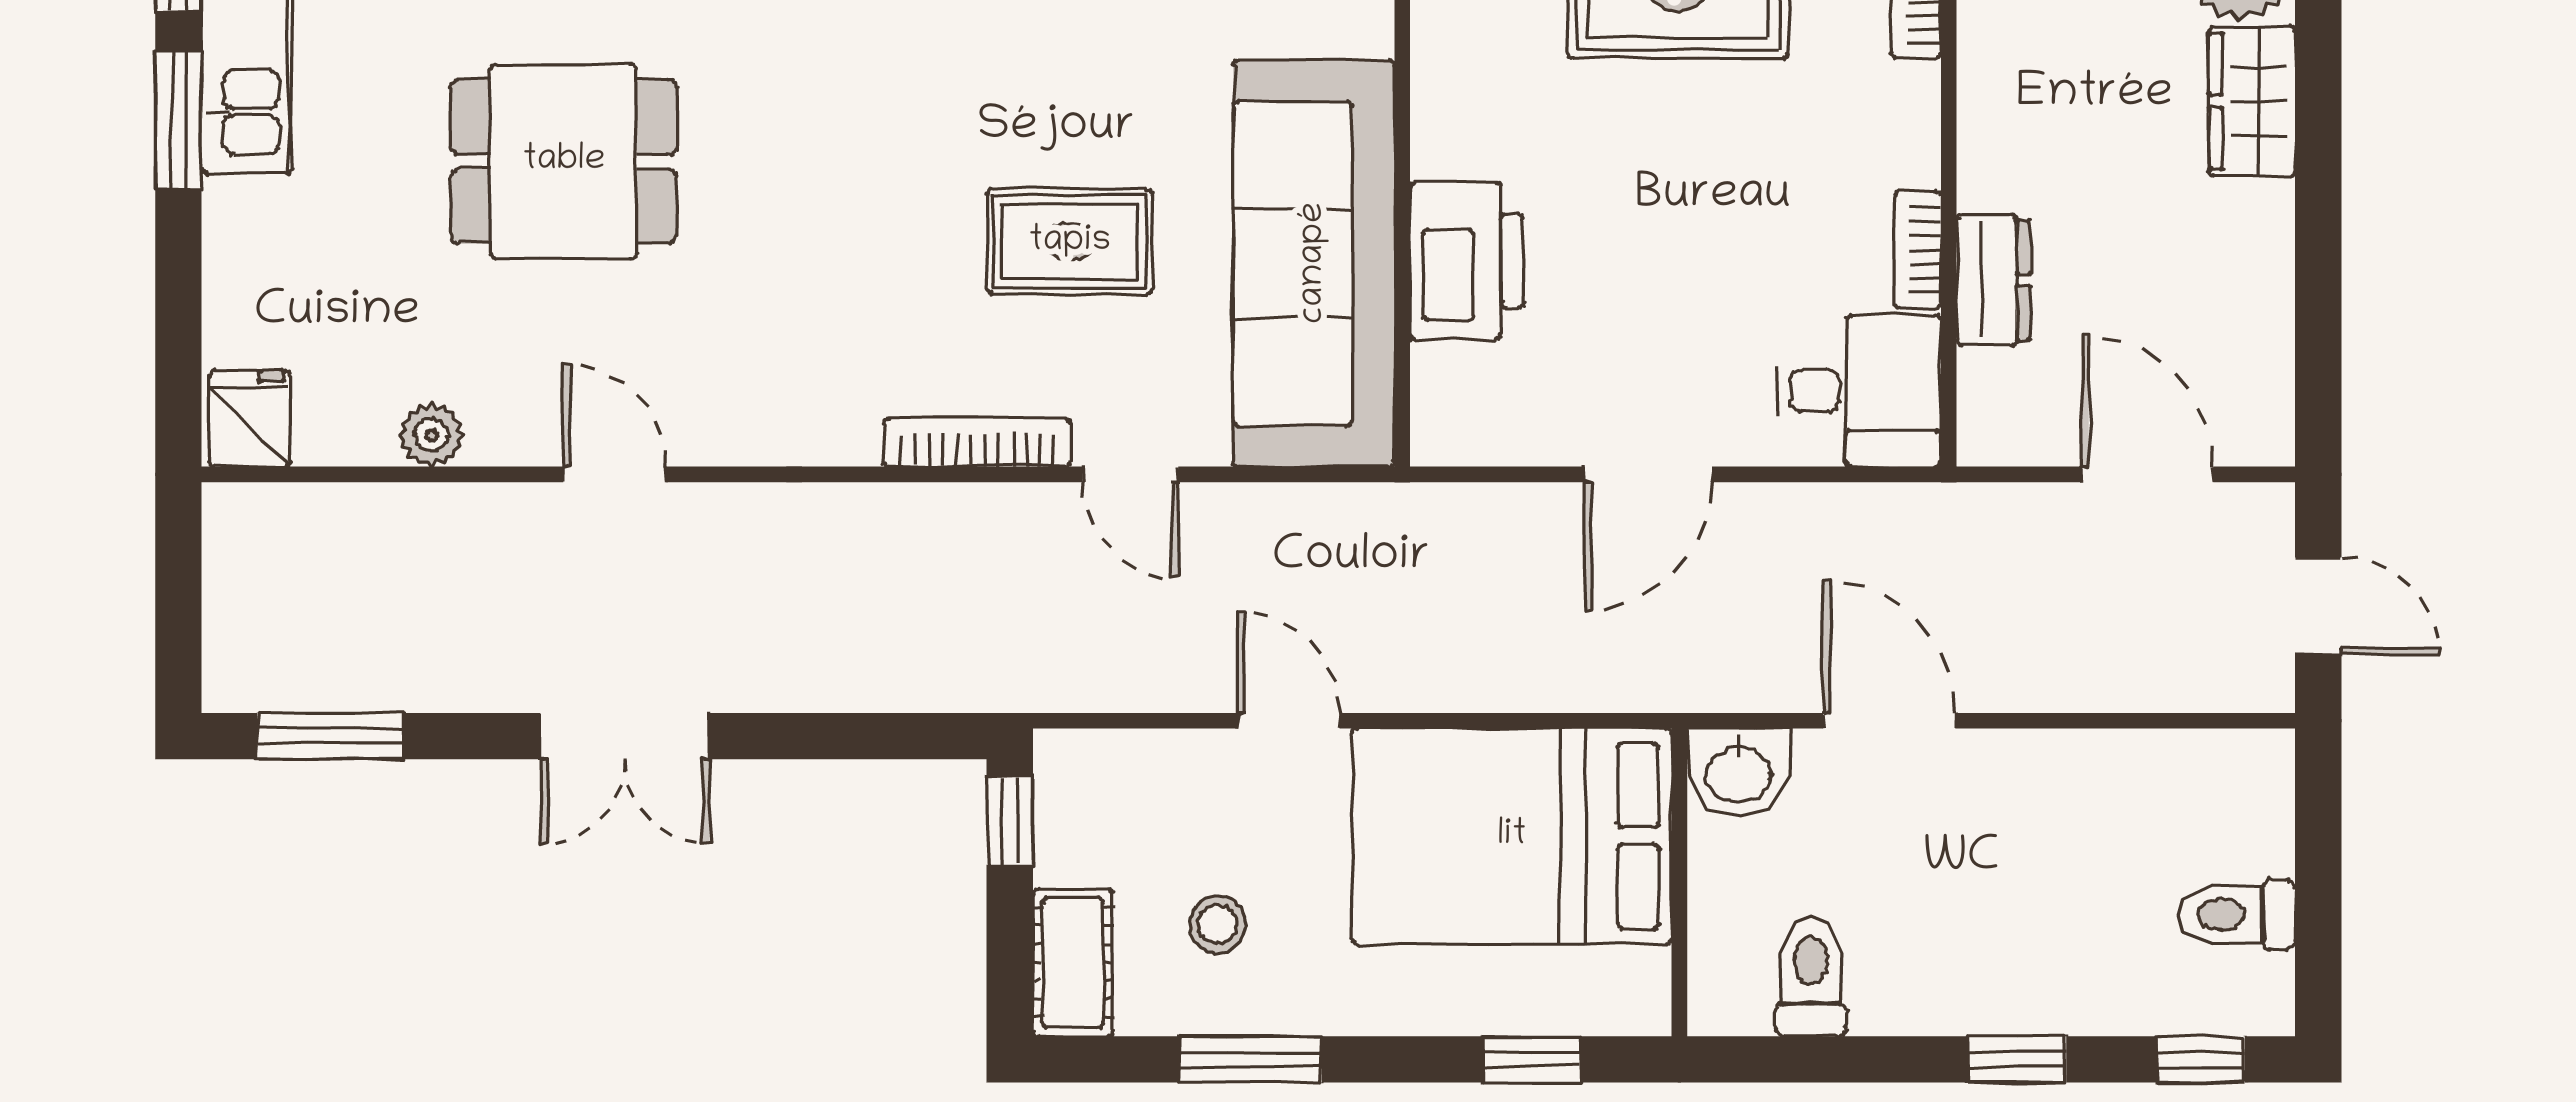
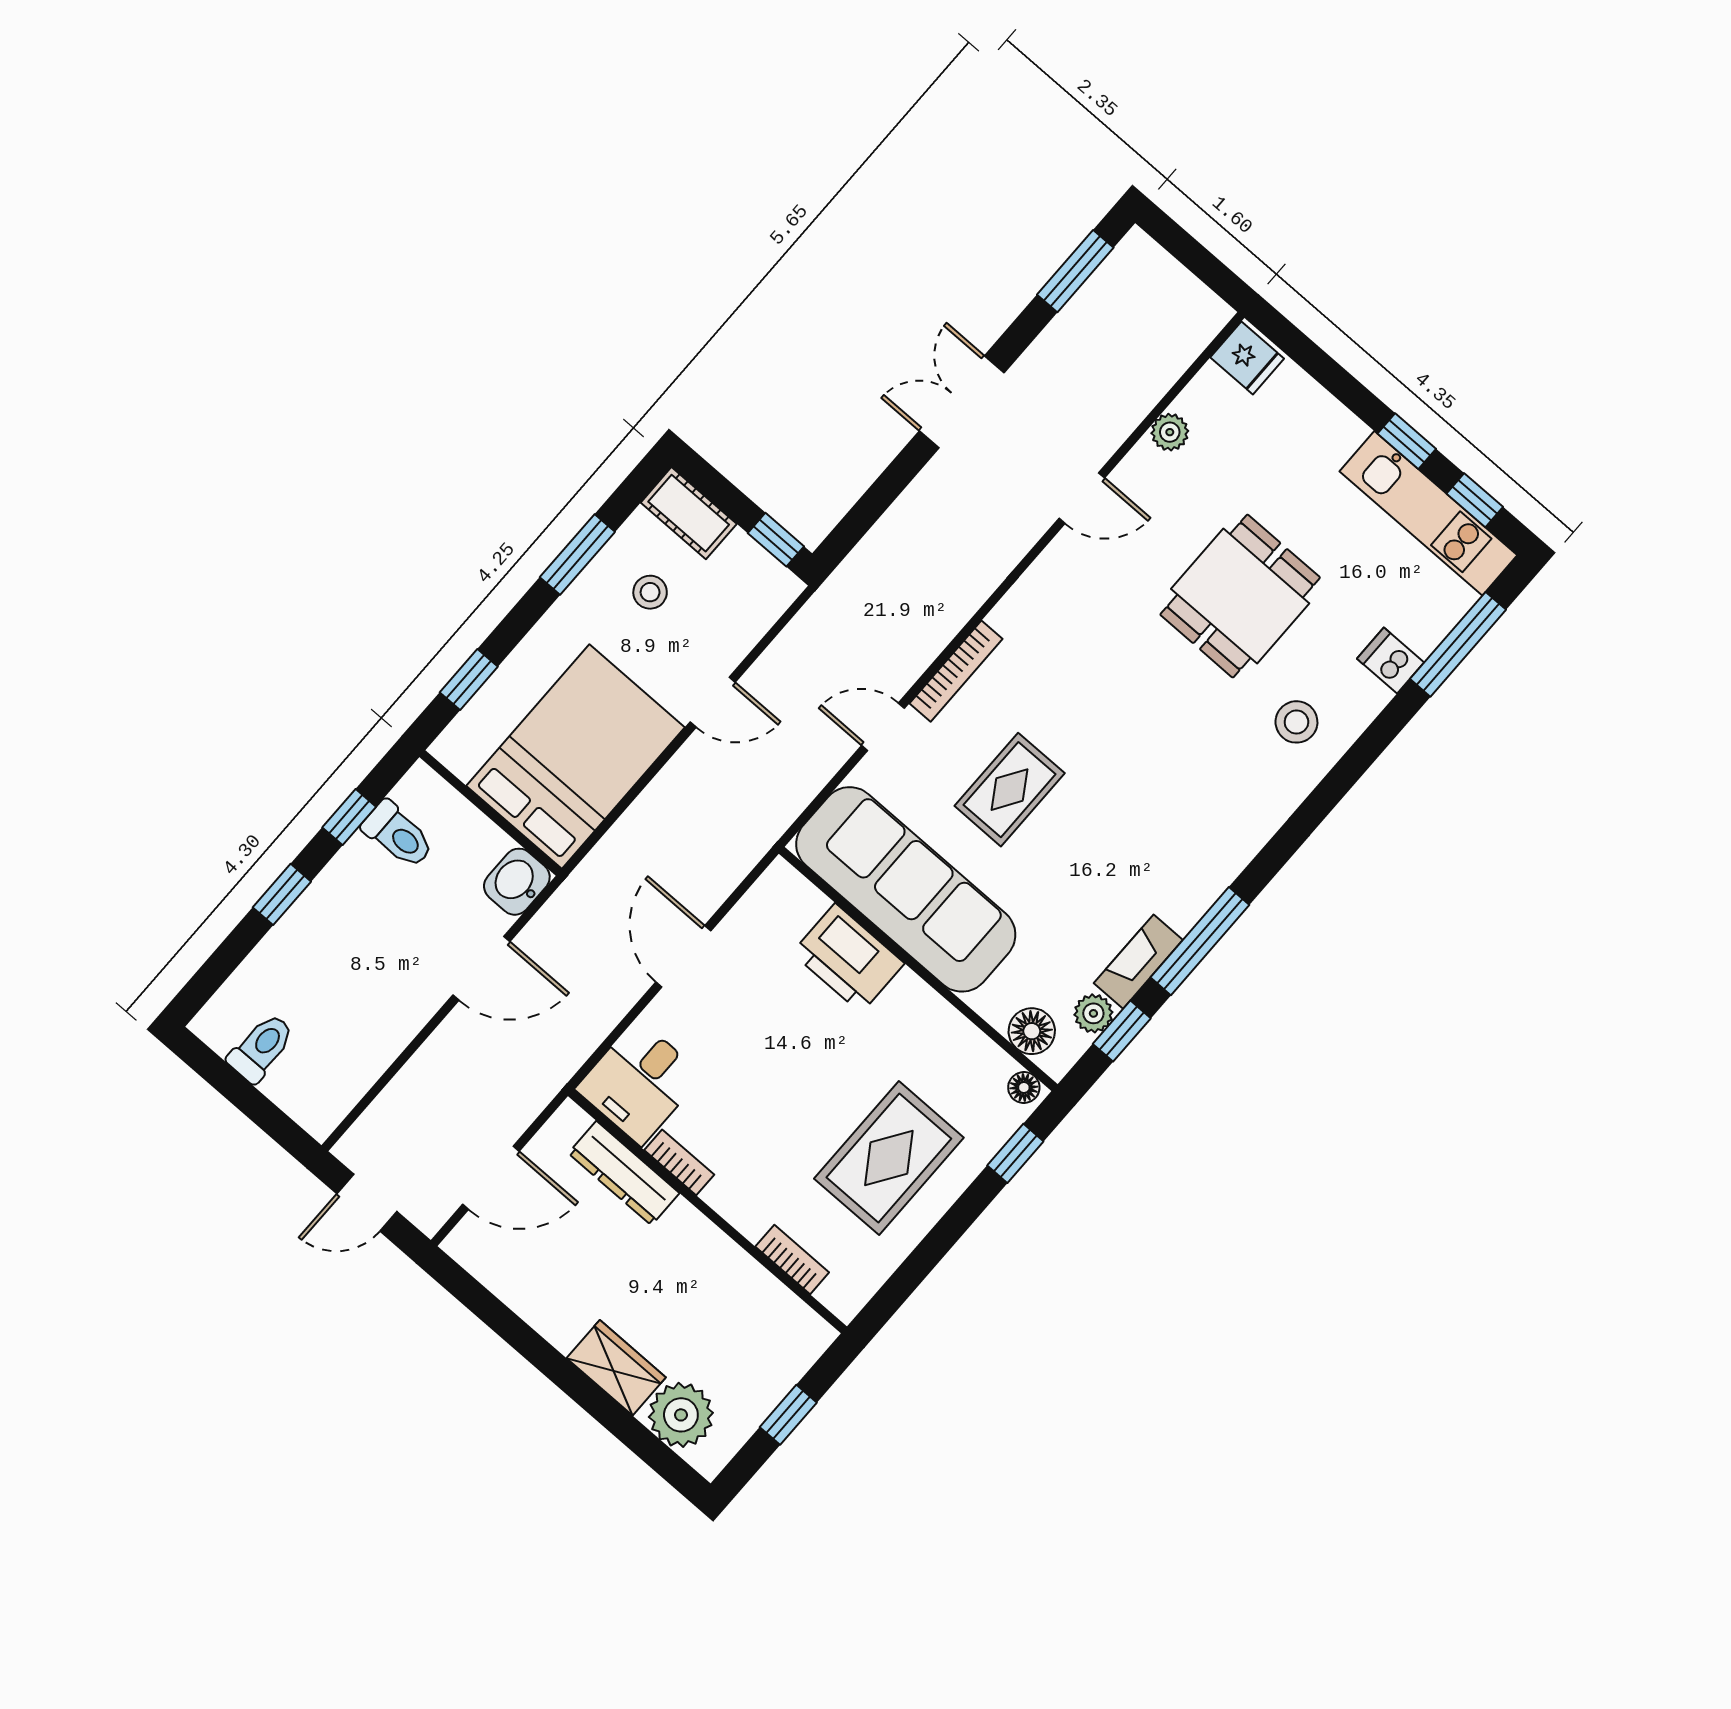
window: (178, 120) -> (1407, 441), width x0.67
dresser: (1993, 280) -> (624, 1173), width x1.44
window: (2201, 1059) -> (349, 817), moved

